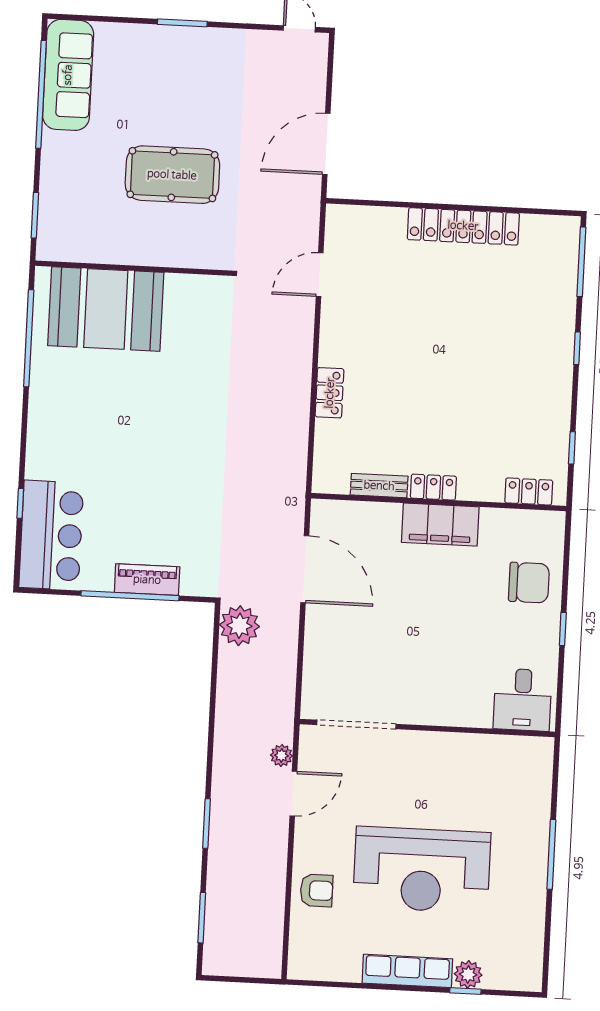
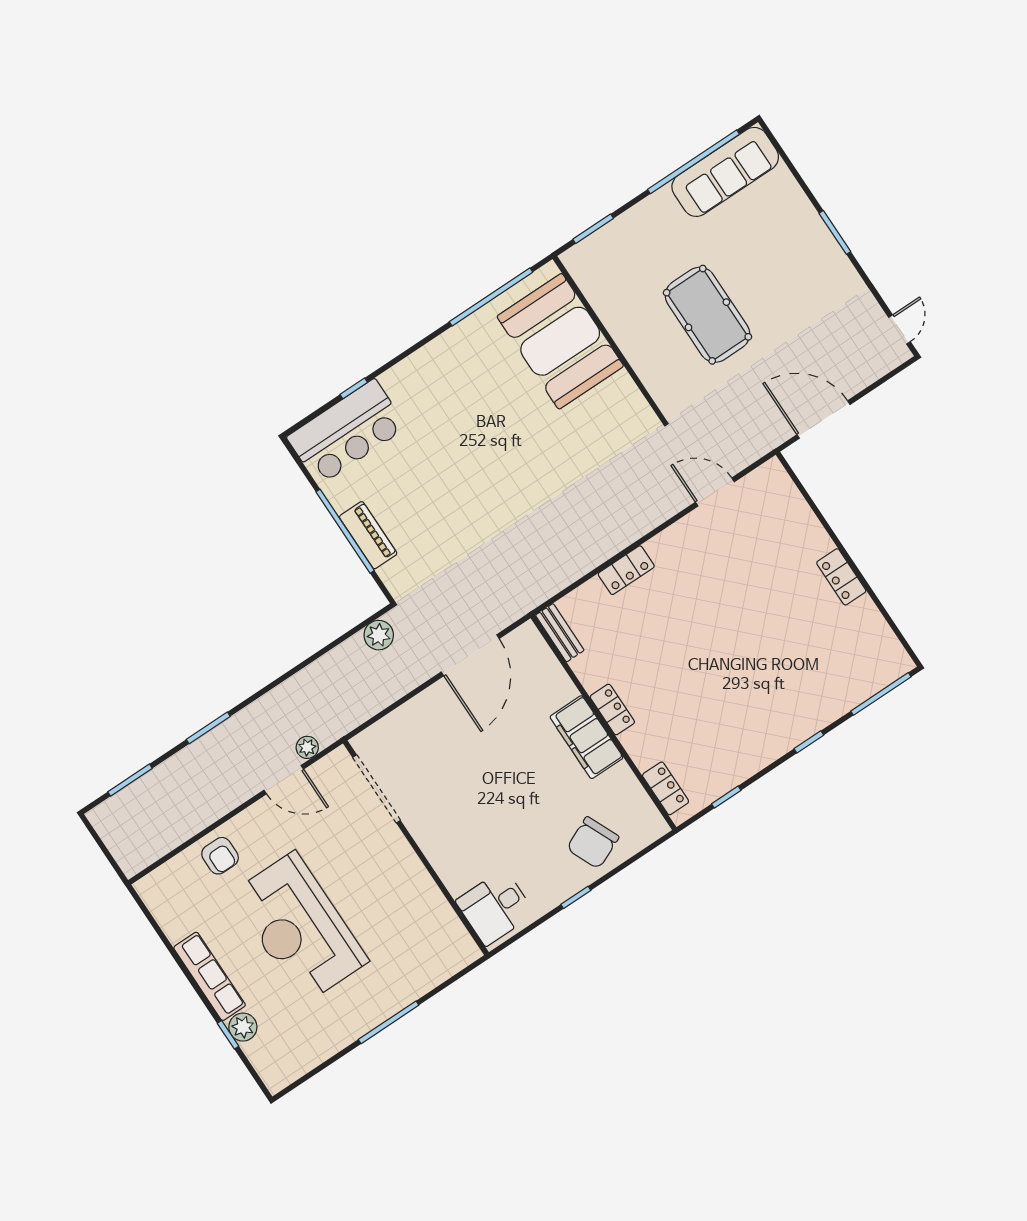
locker: (463, 226) -> (841, 577), width x0.46, depth x0.83
bench: (379, 486) -> (560, 633), moved
chair: (529, 583) -> (593, 843), turned 66
plant: (239, 626) -> (379, 635), width x0.73, depth x0.73

